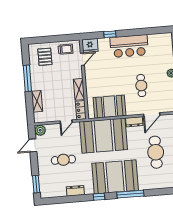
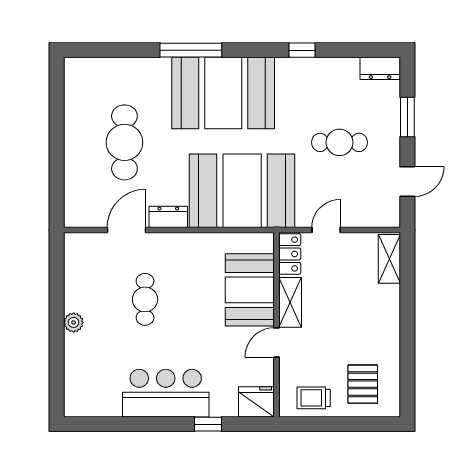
door: (82, 59) -> (276, 342), moved
window: (27, 78) -> (407, 338), removed
shelving: (37, 101) -> (389, 259), moved
booth: (109, 107) -> (250, 290), moved, turned 90
plant: (40, 130) -> (388, 215), removed
window: (36, 184) -> (407, 117), moved
dresser: (75, 191) -> (380, 68), moved
window: (99, 197) -> (302, 50), moved

